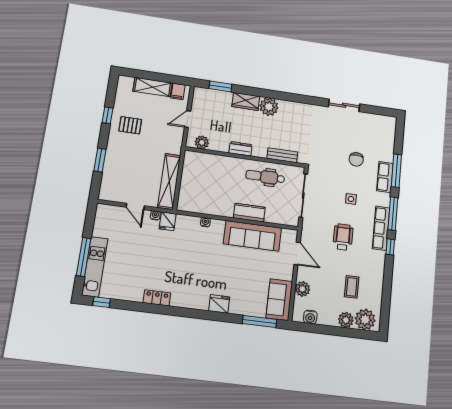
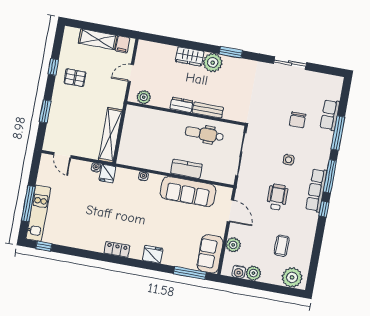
window: (220, 86) -> (231, 52), moved
bench: (282, 155) -> (208, 110), moved
row of seats: (385, 177) -> (330, 115), moved
door: (135, 206) -> (62, 155), moved
locker: (157, 298) -> (117, 249), moved
plant: (346, 320) -> (253, 273), moved

